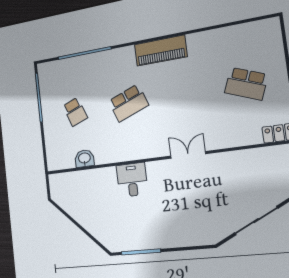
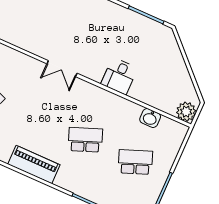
school desk: (75, 112) -> (135, 162), width x1.85
plant: (58, 183) -> (186, 112), added

